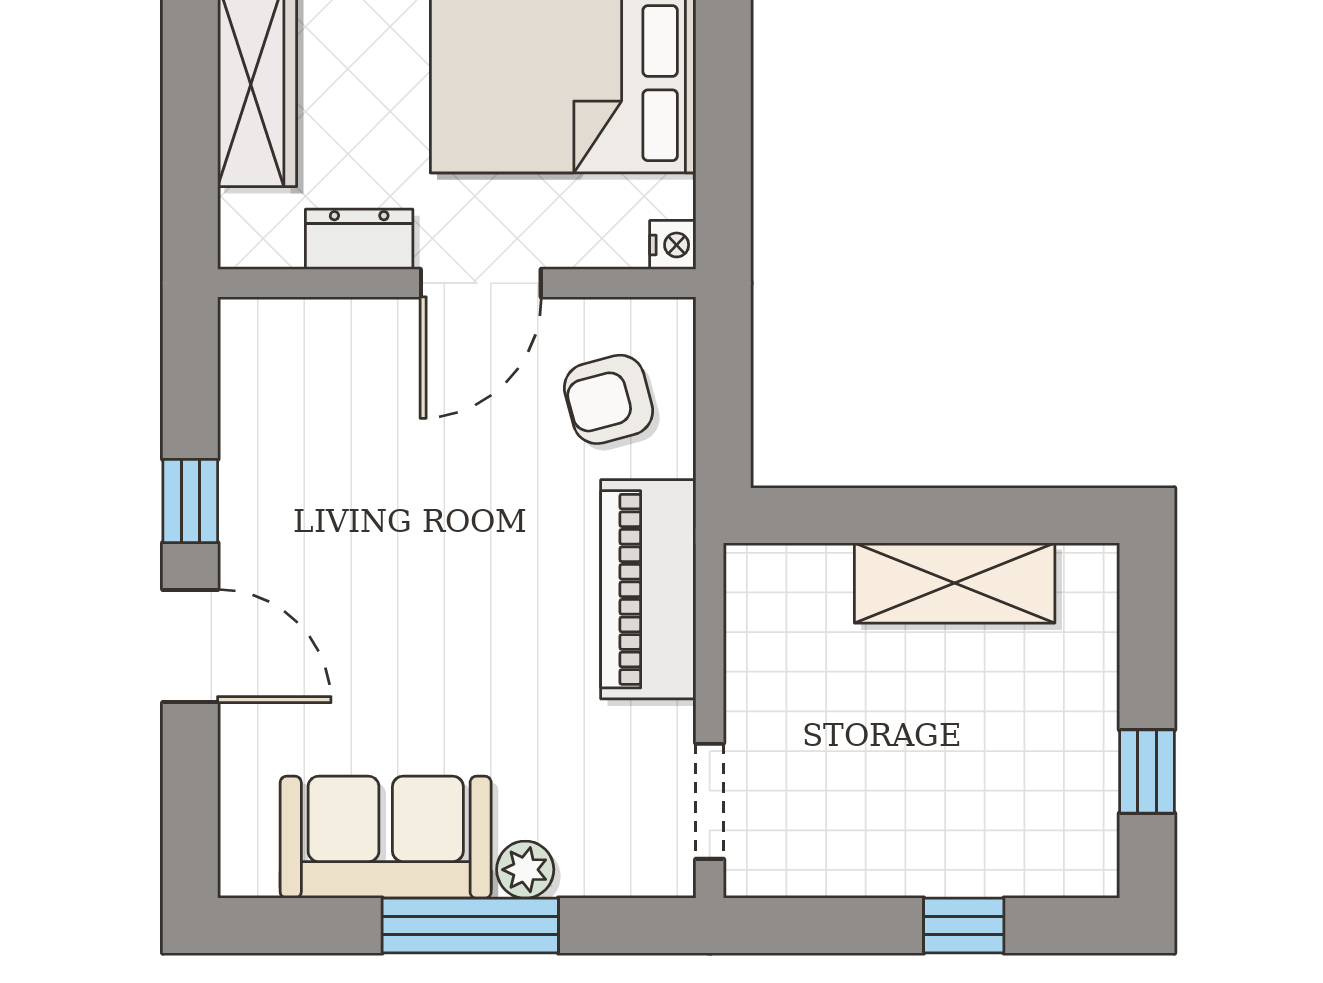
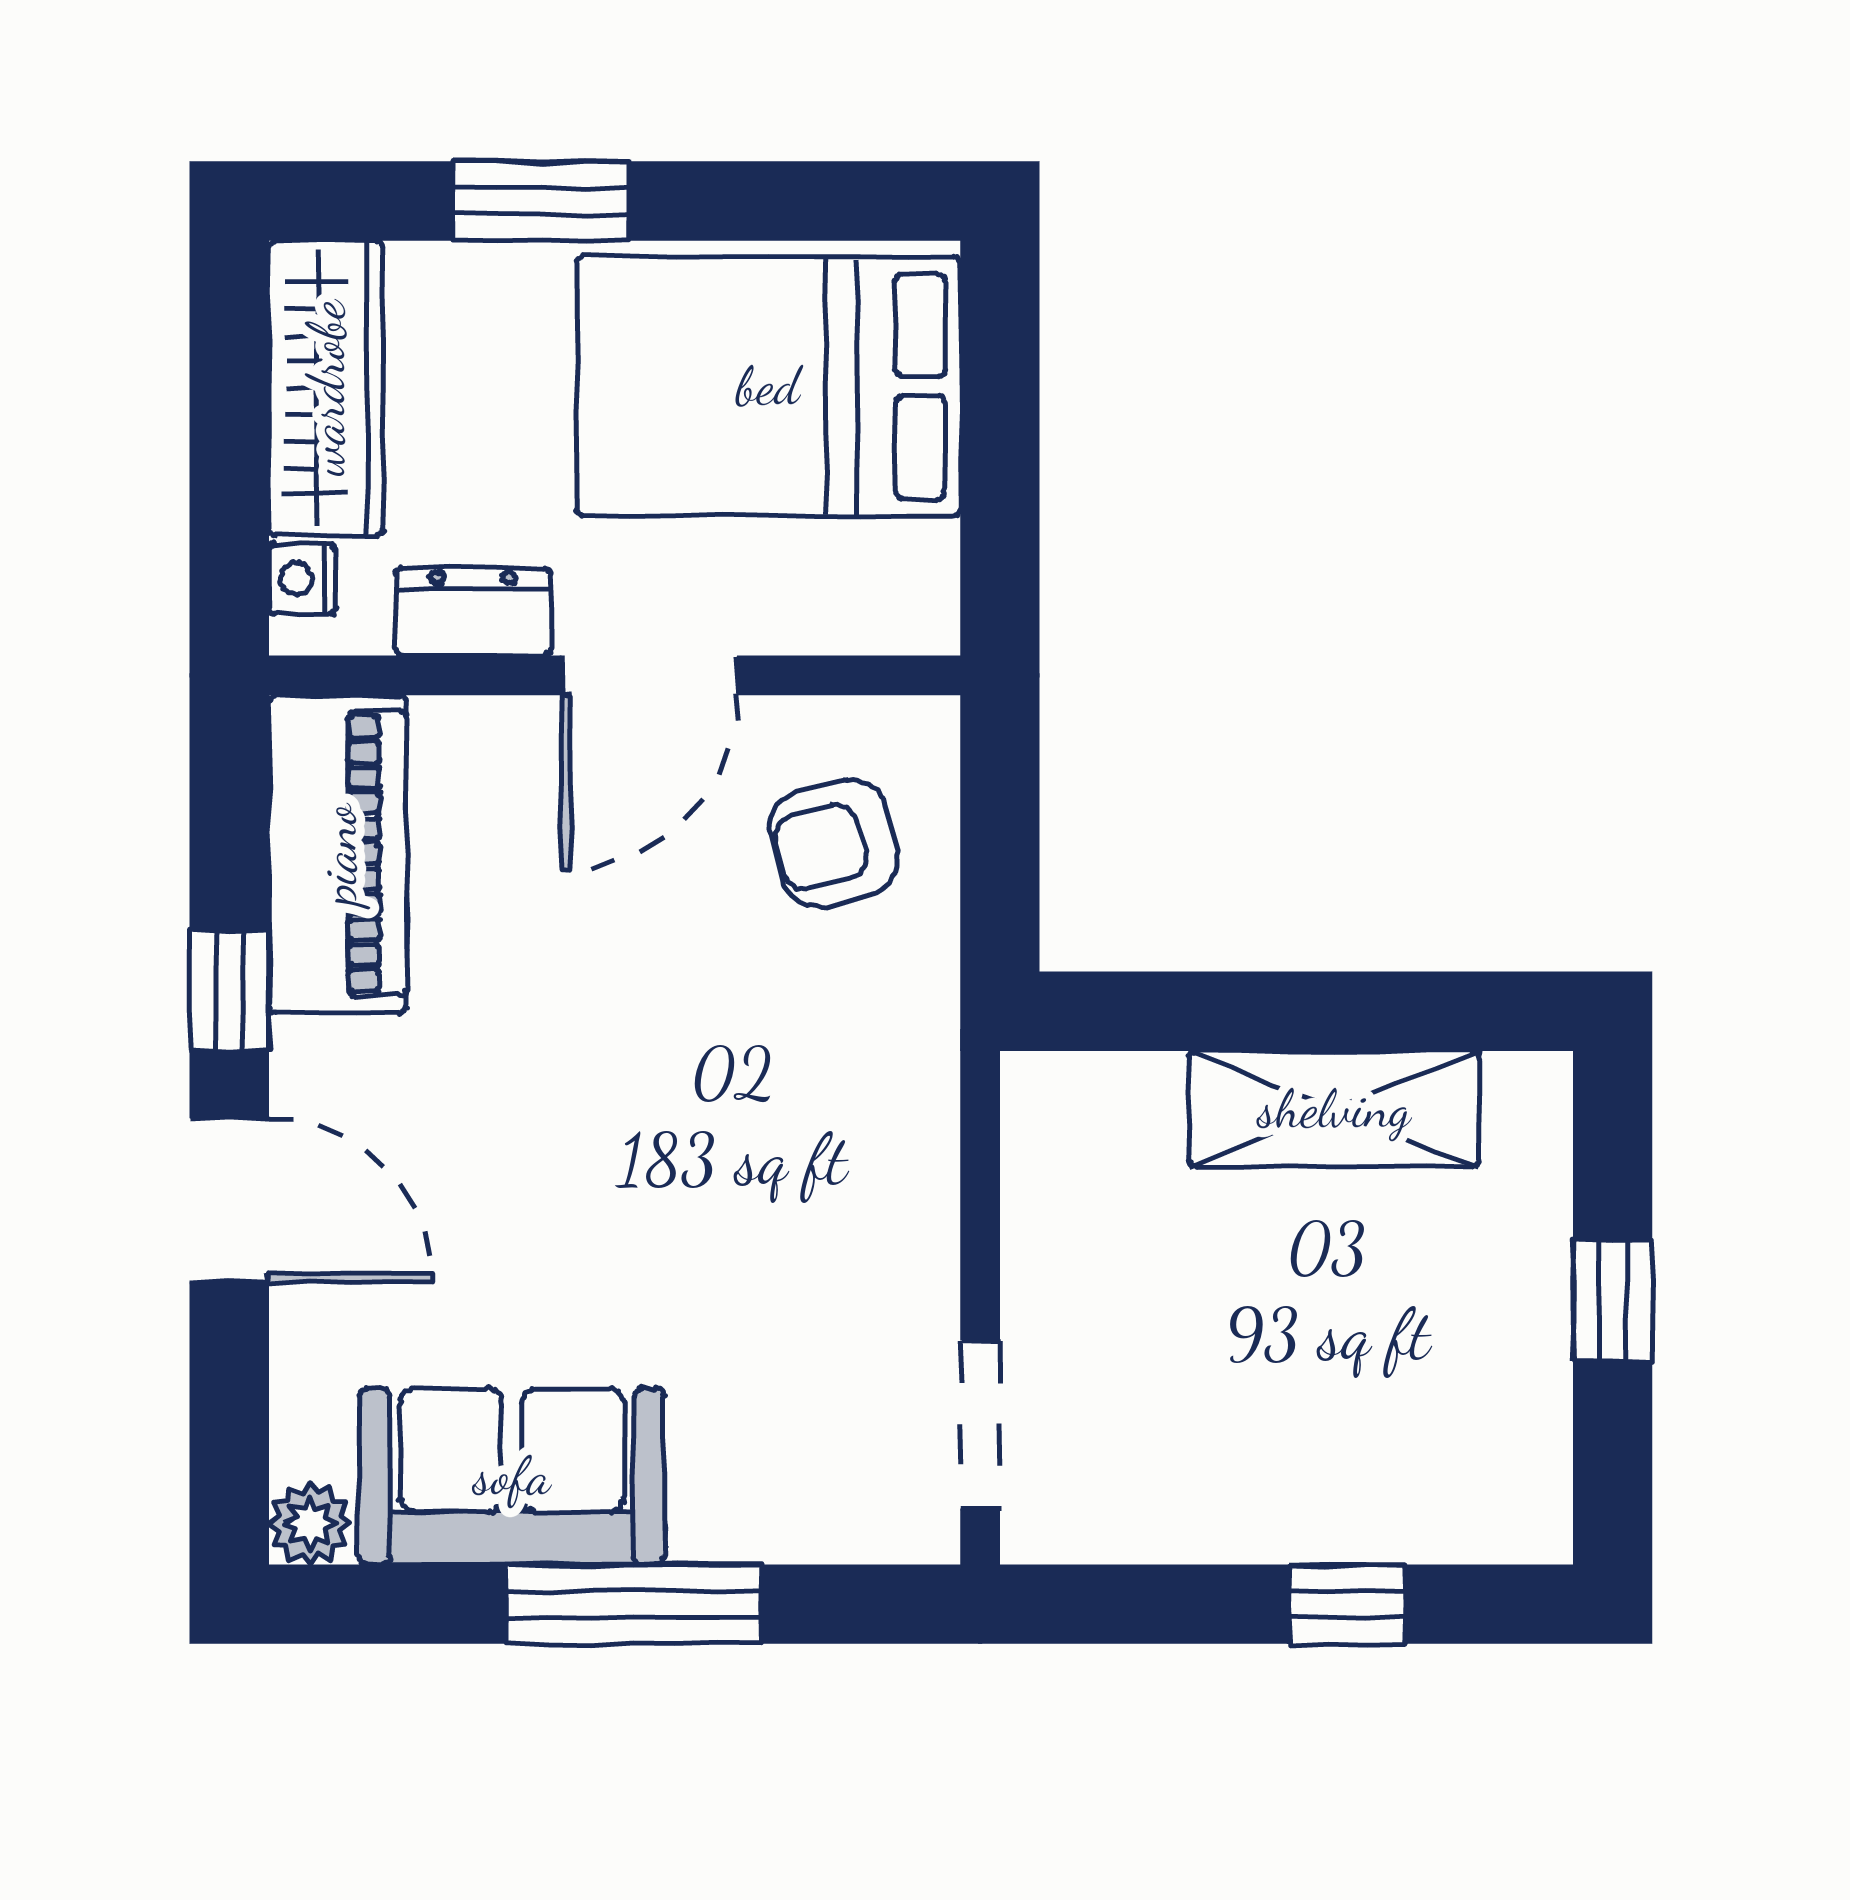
nightstand: (673, 245) -> (302, 579), moved, turned 180
piano: (648, 589) -> (338, 854), moved, turned 180
window: (1147, 771) -> (1613, 1301), moved
plant: (525, 870) -> (310, 1523), moved

